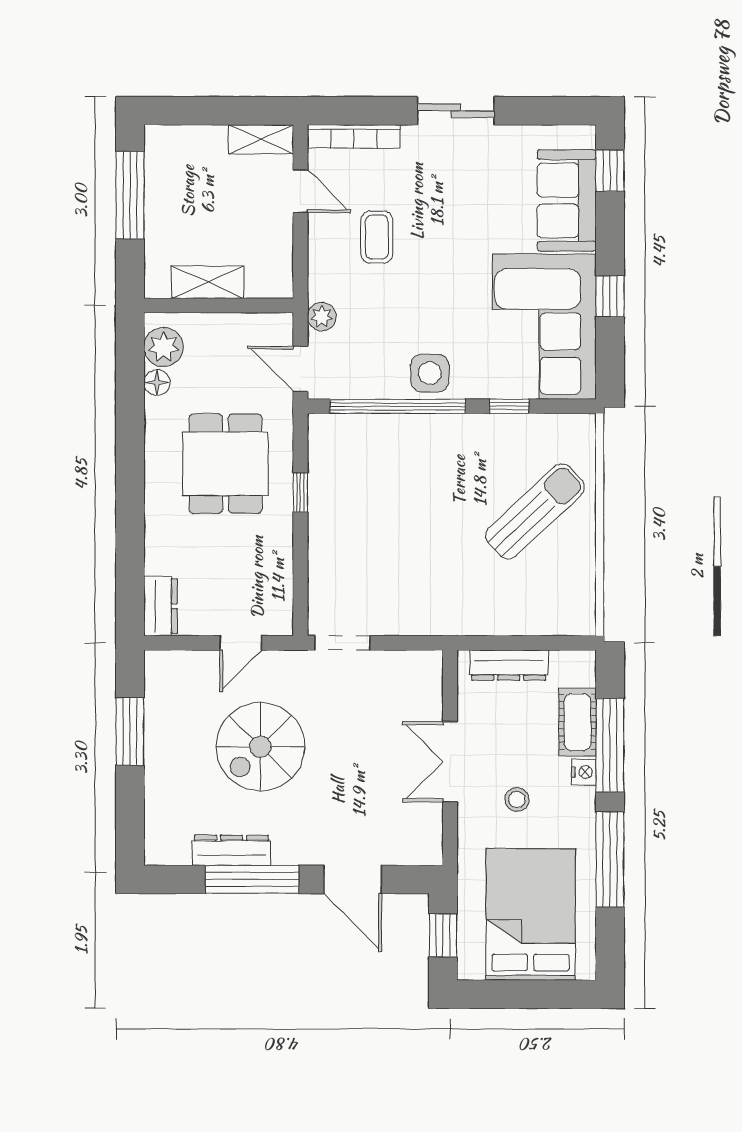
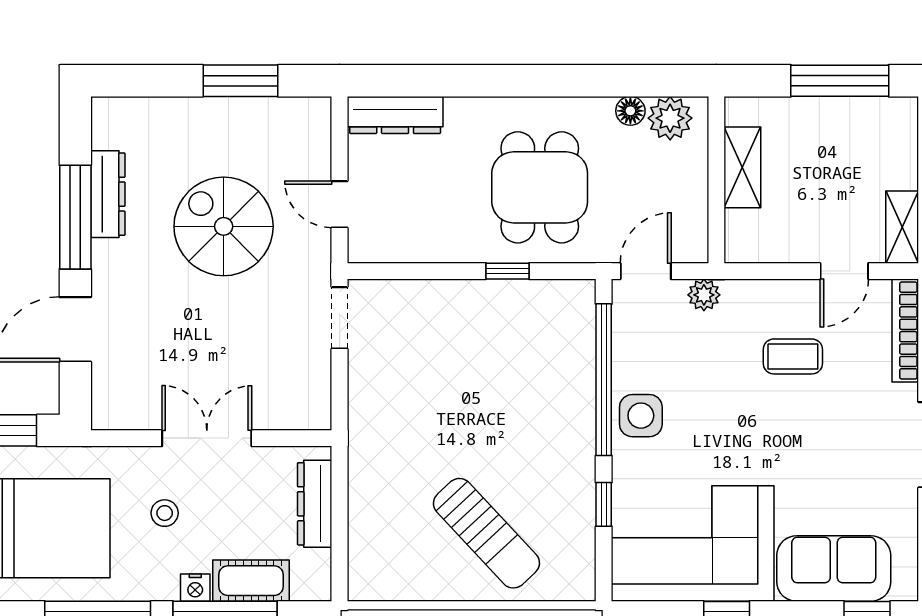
dining table: (225, 464) -> (540, 187), turned 90
dresser: (161, 606) -> (395, 115), width x1.44

